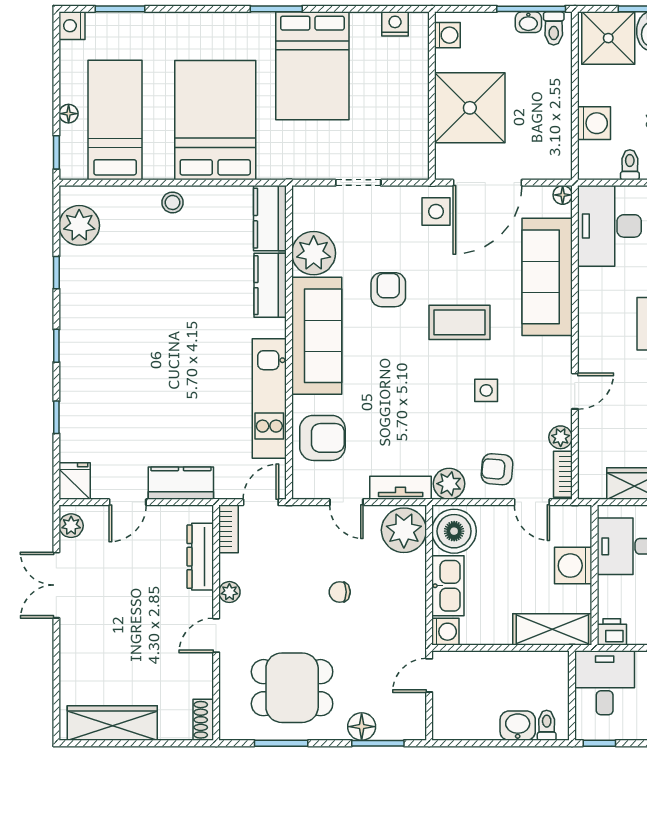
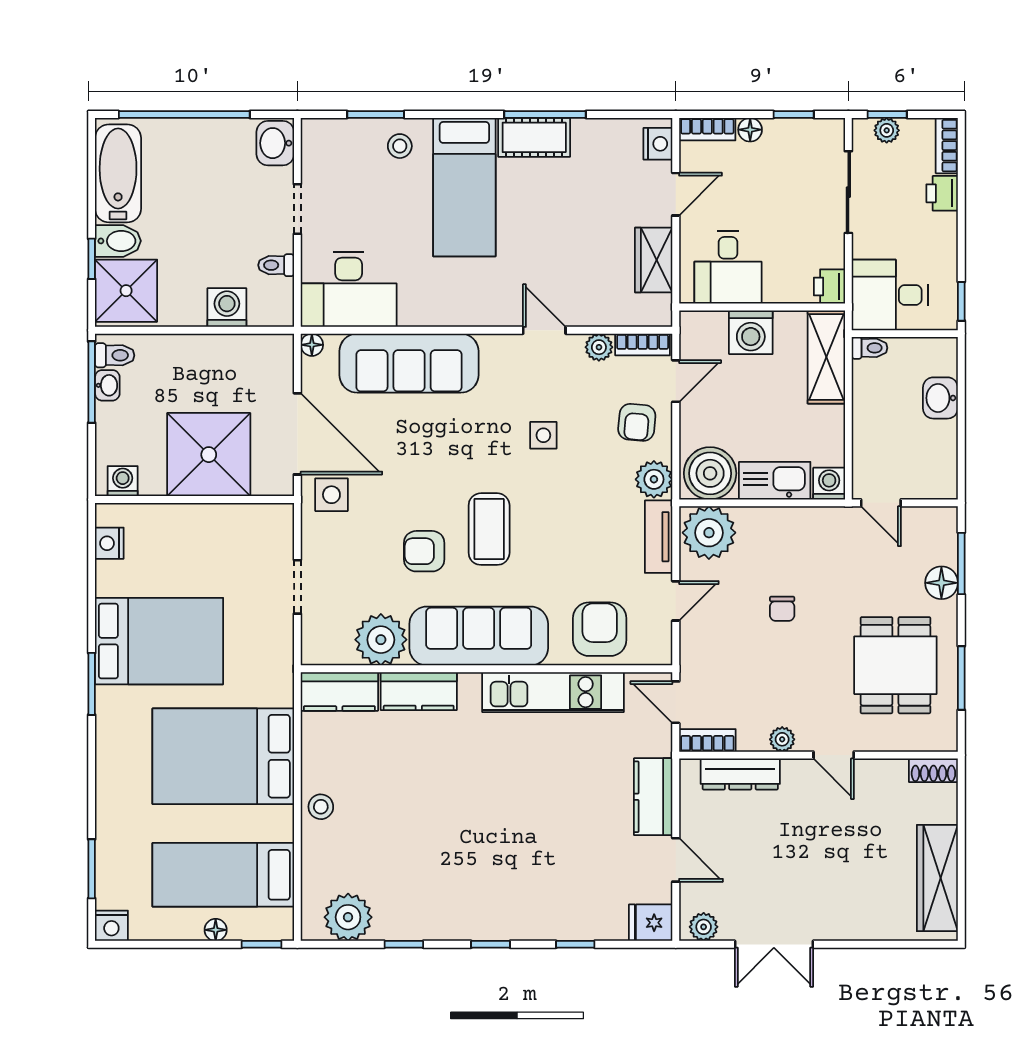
coffee table: (460, 322) -> (489, 529), moved
toilet: (547, 725) -> (870, 348), moved, turned 180

